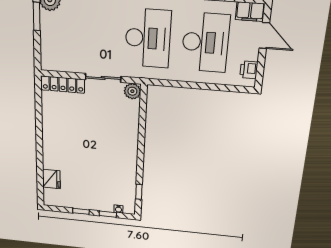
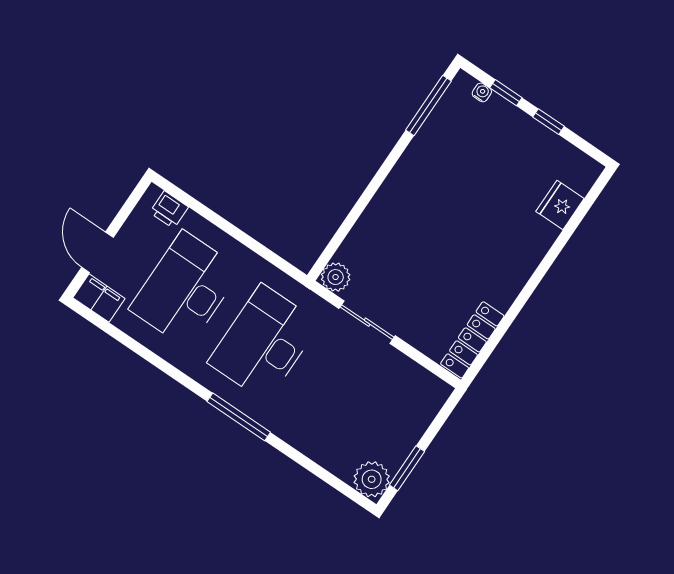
printer: (249, 70) -> (169, 210), moved, turned 90
locker: (63, 85) -> (472, 340), moved, turned -90
window: (139, 192) -> (428, 106), width x2.17

